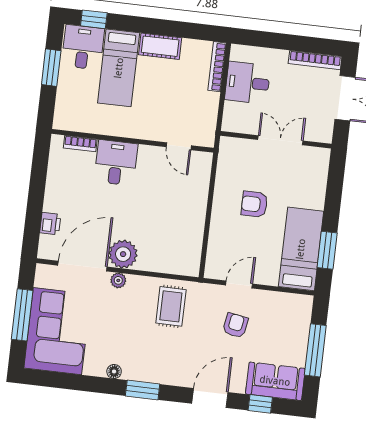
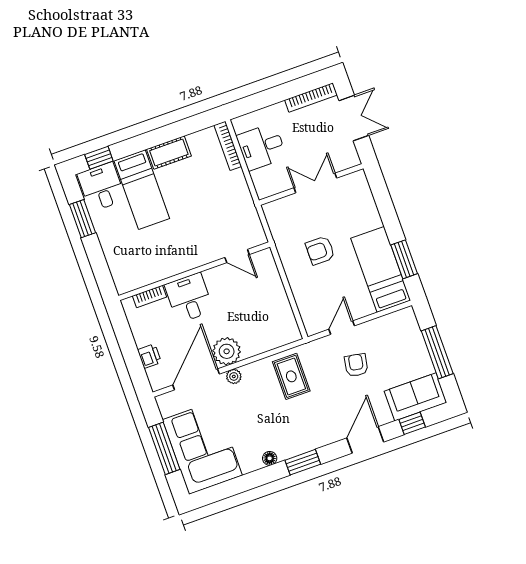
wall: (133, 141) -> (194, 271), moved
bookcase: (80, 144) -> (149, 296), moved
door: (179, 146) -> (237, 256), moved
desk: (116, 163) -> (189, 298), moved

